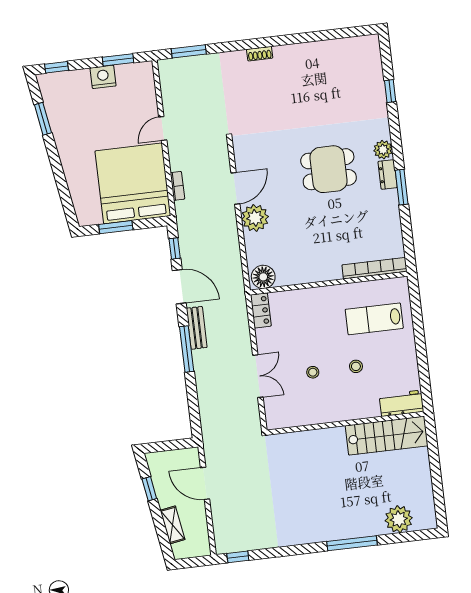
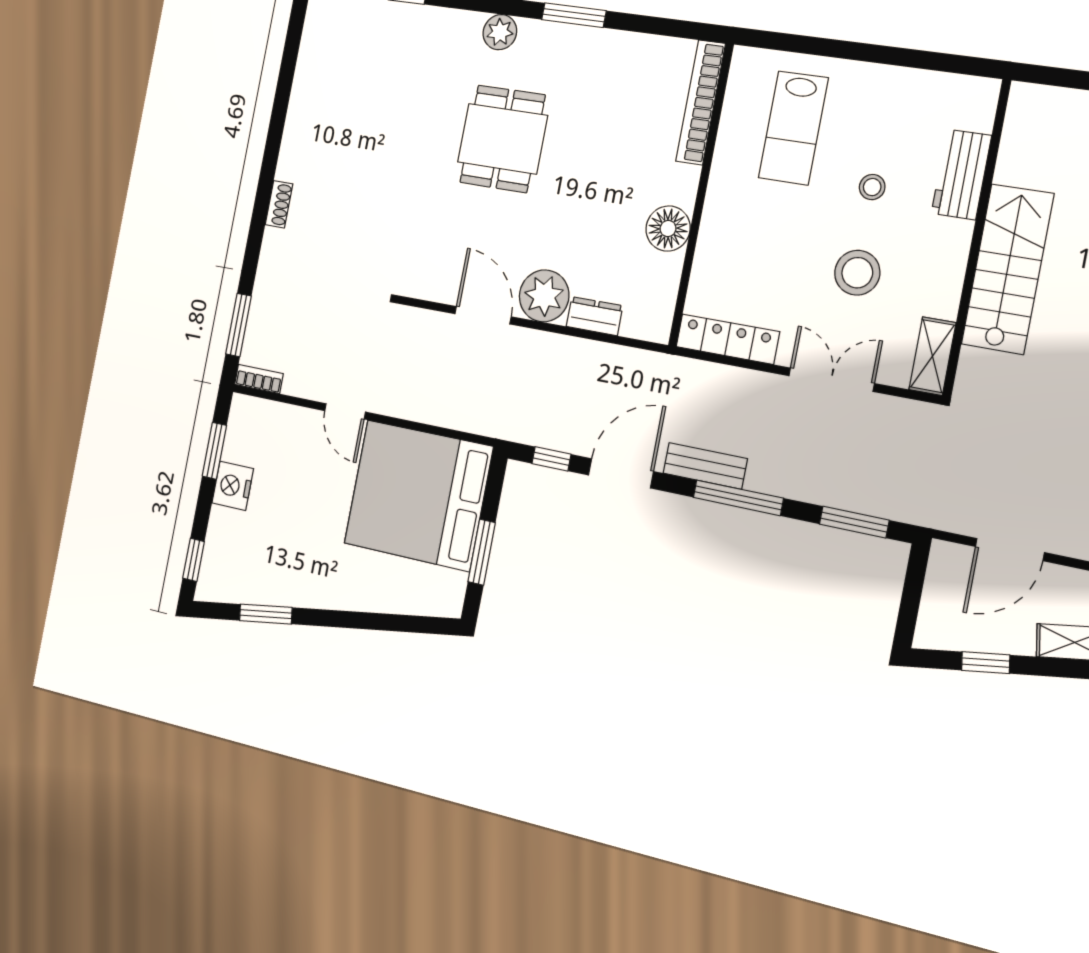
dresser: (388, 175) -> (594, 316), moved, turned 180
bookcase: (177, 186) -> (259, 379), moved
floor lamp: (263, 277) -> (668, 229), moved
locker: (261, 310) -> (728, 339), width x1.53
stool: (313, 372) -> (857, 273), width x1.89, depth x1.89
workbench: (401, 403) -> (961, 174), moved
window: (194, 408) -> (854, 522), added
shelving: (284, 420) -> (932, 356), added
stairs: (387, 436) -> (1008, 269), moved

